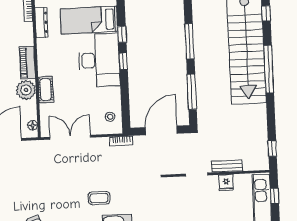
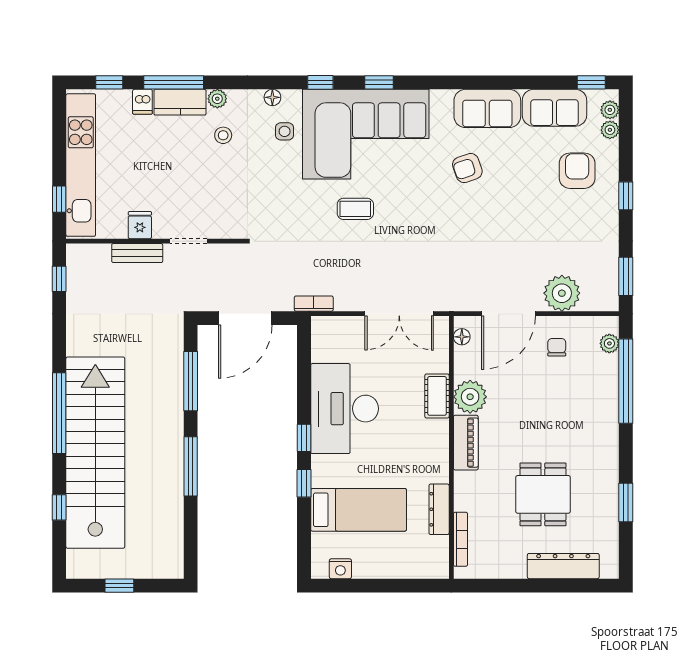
desk: (99, 60) -> (345, 409), moved
stool: (110, 117) -> (330, 345), removed

